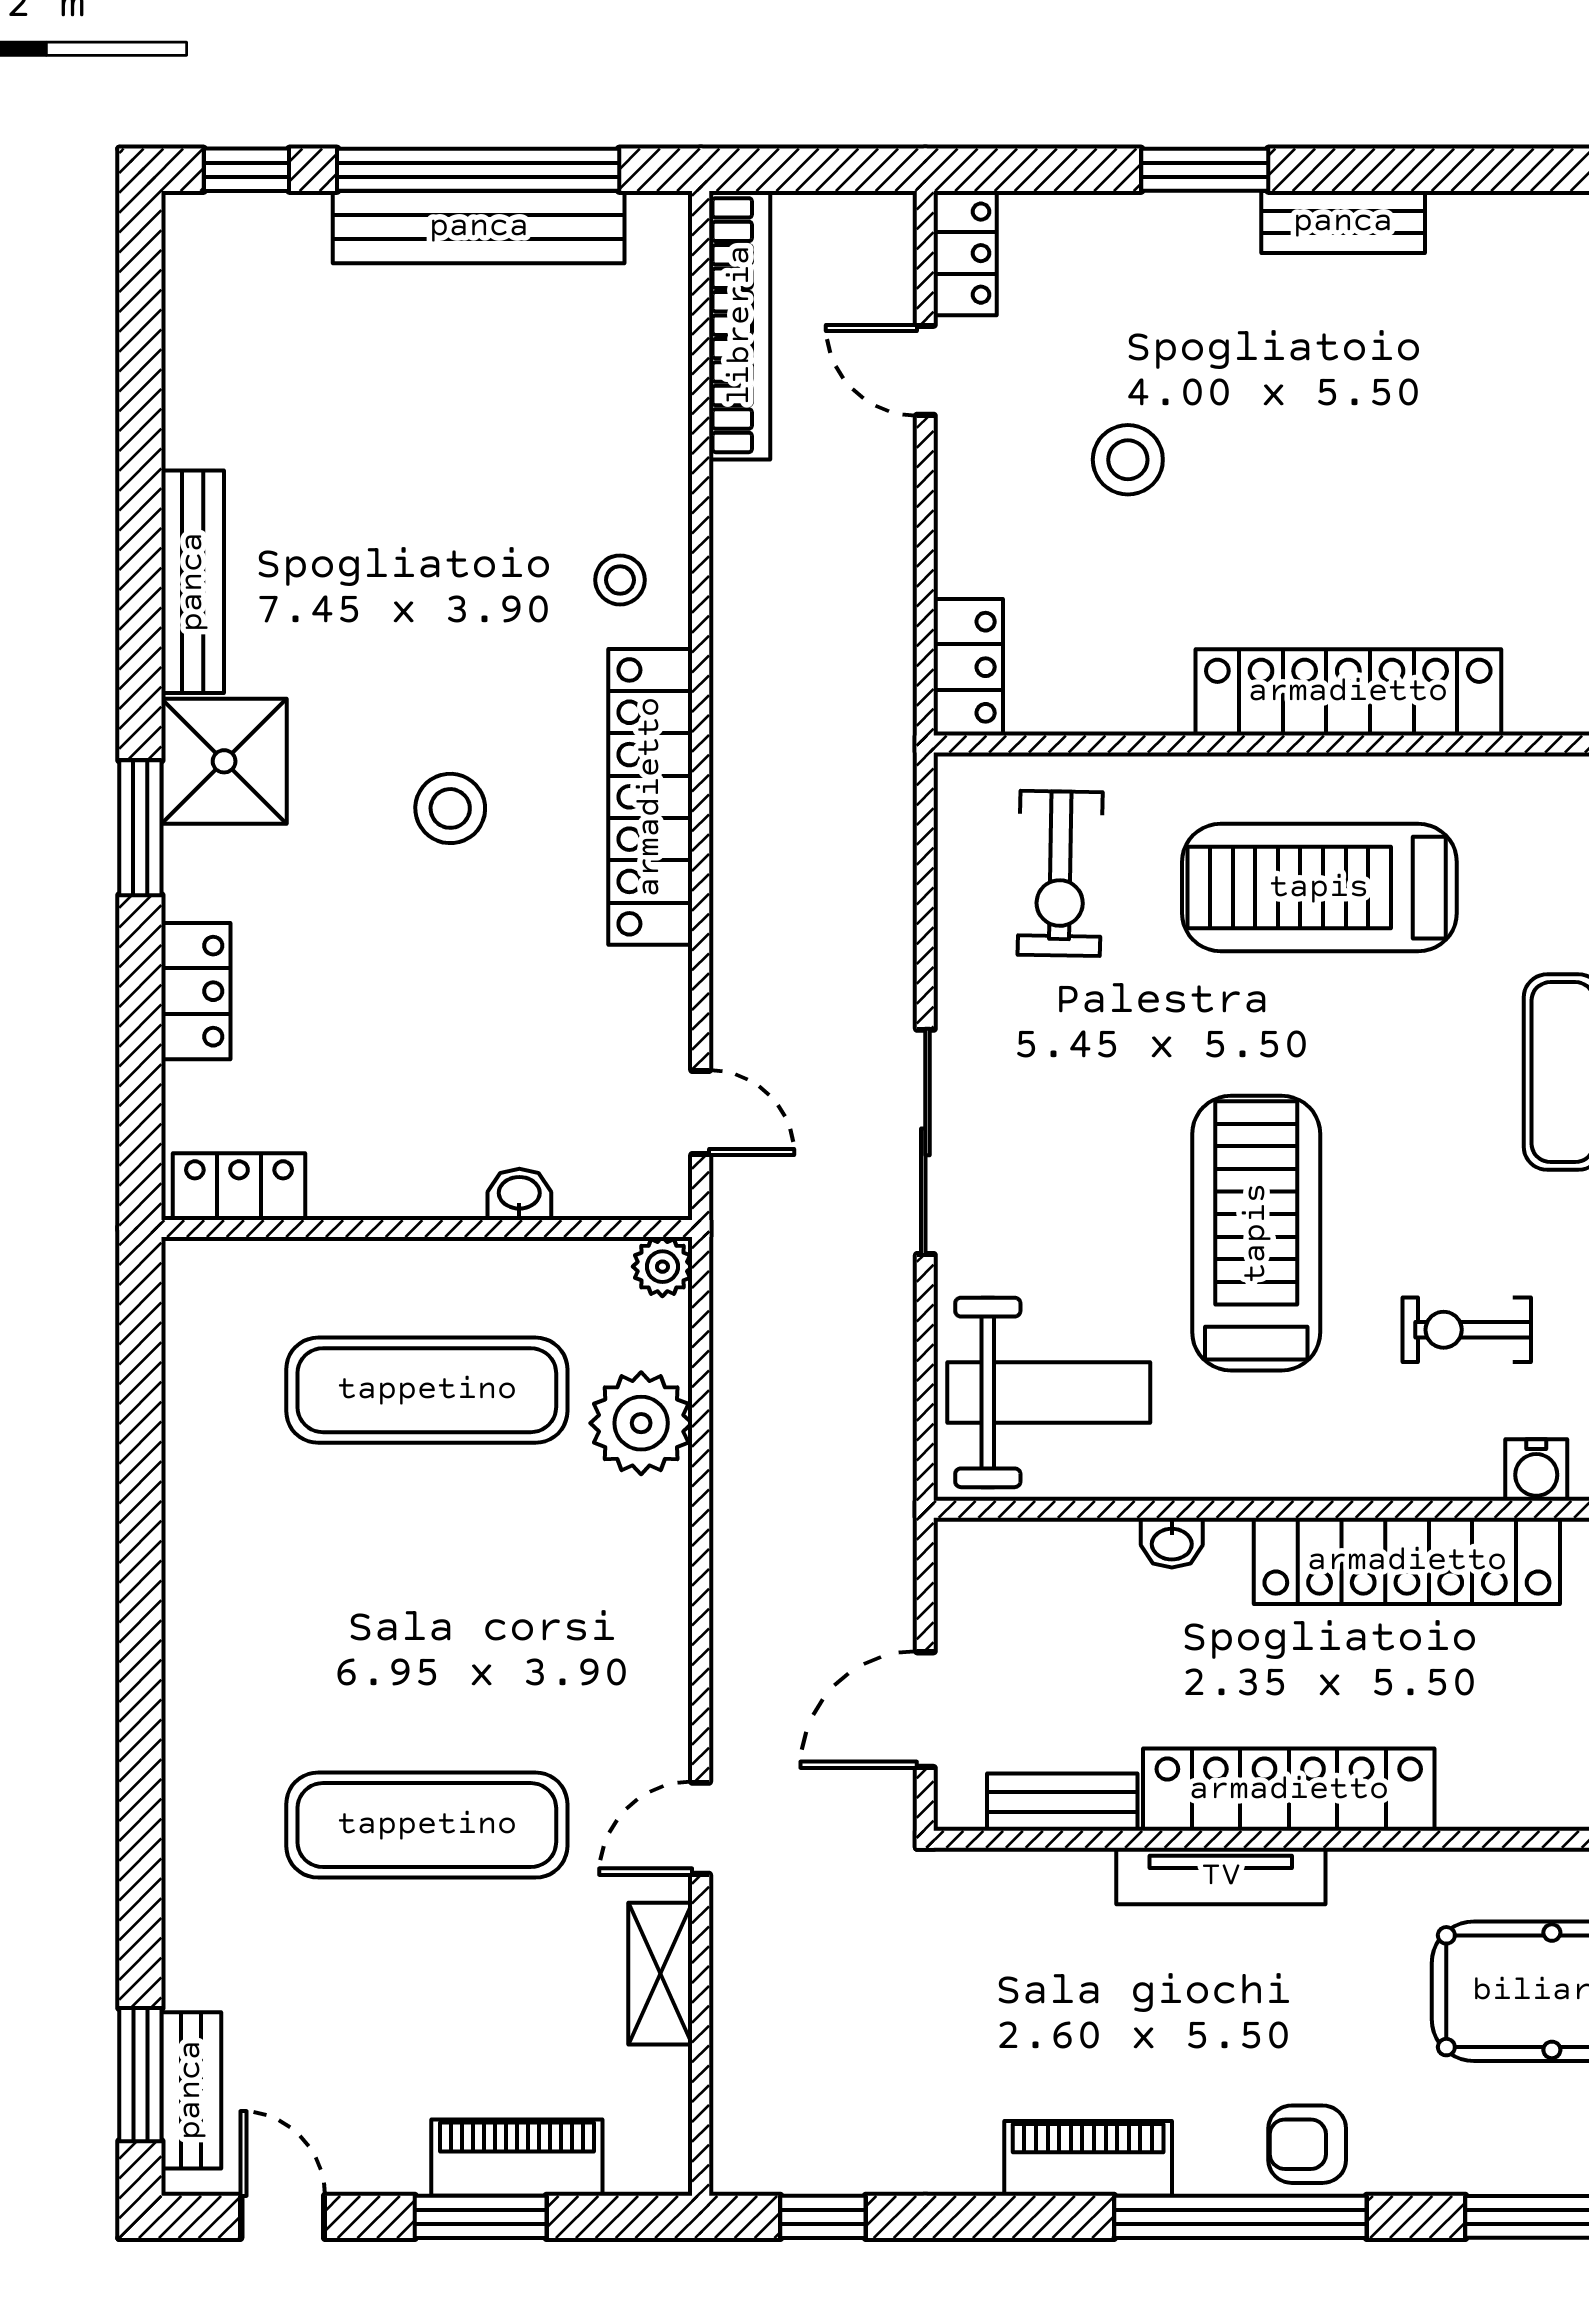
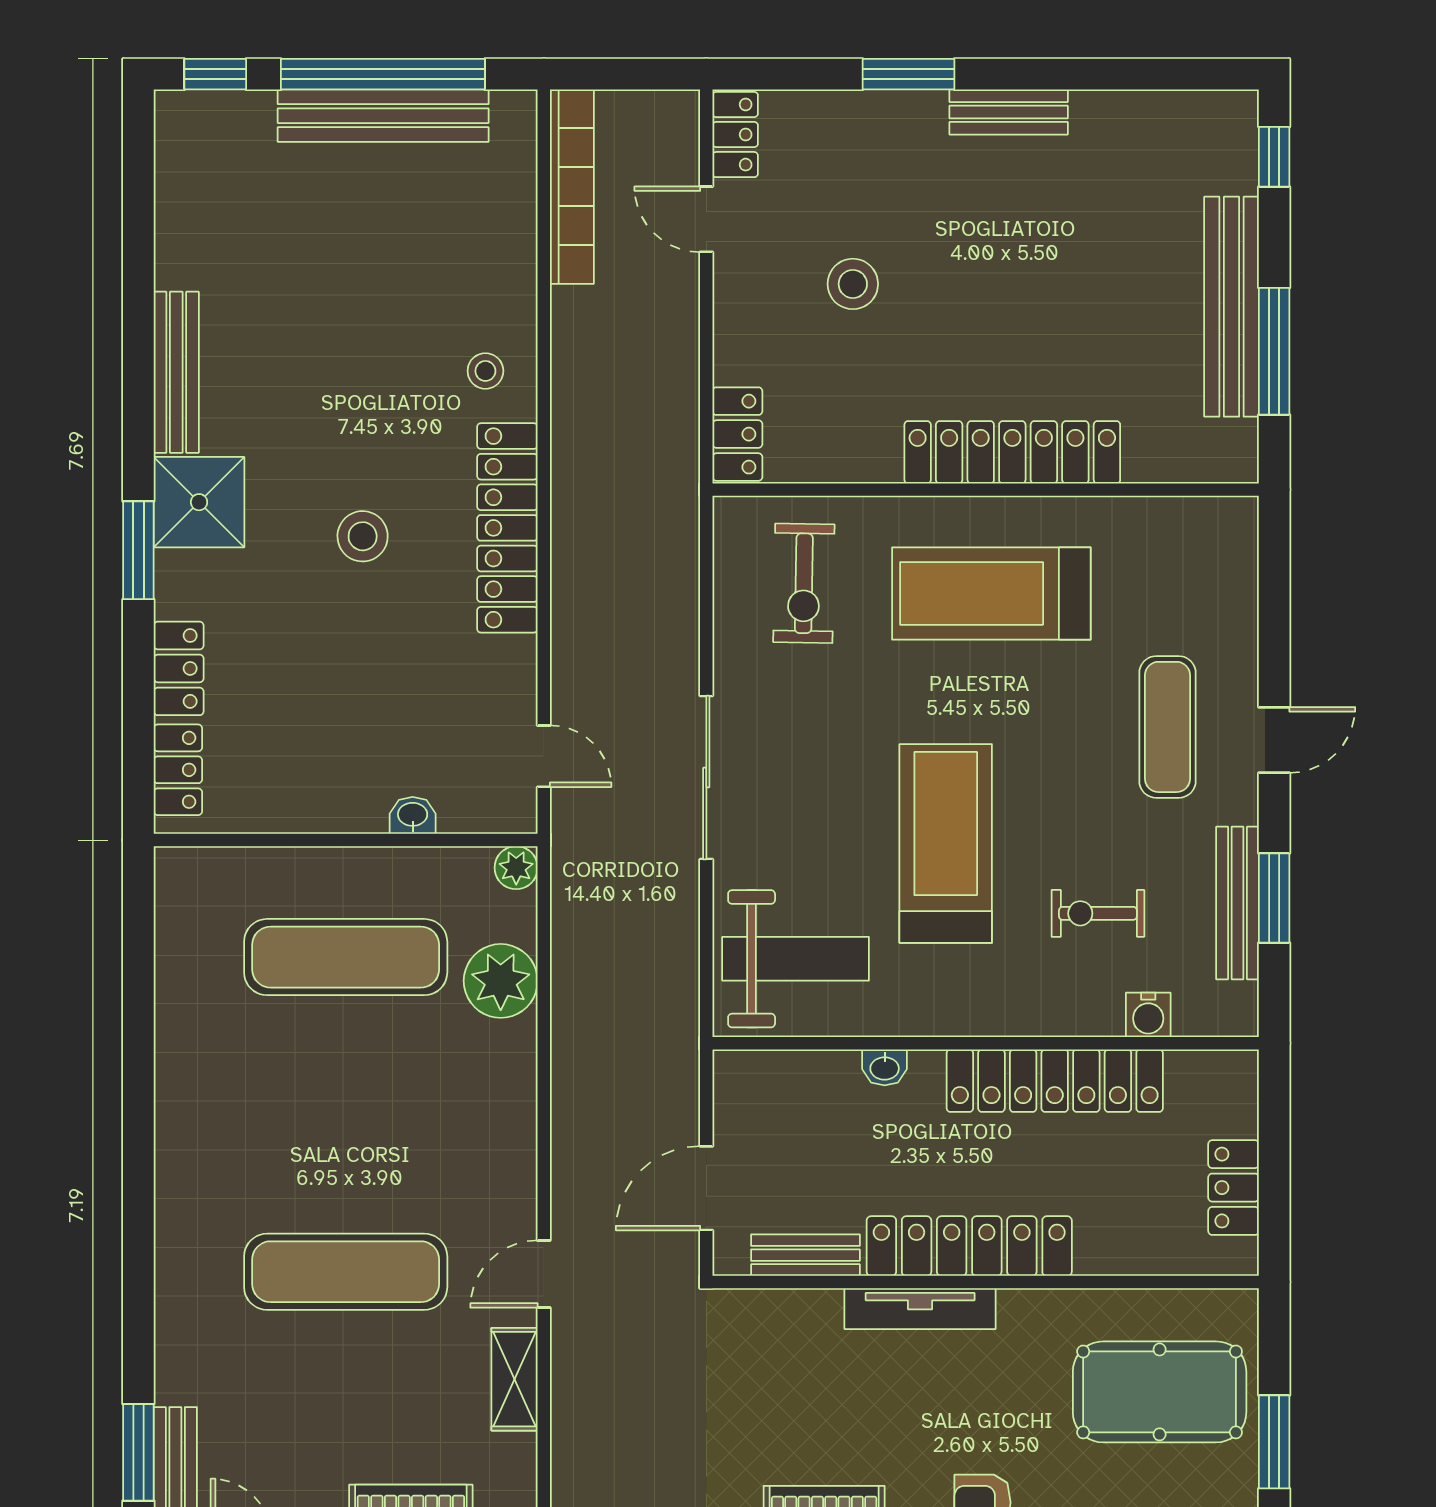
locker: (239, 1187) -> (178, 770), moved, turned 90

